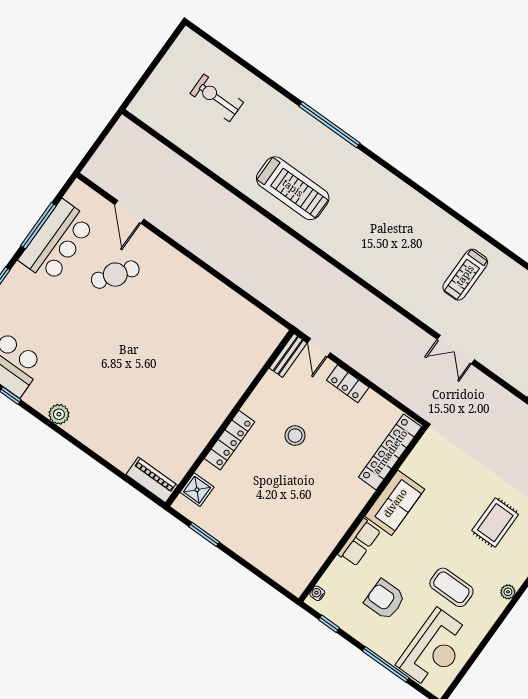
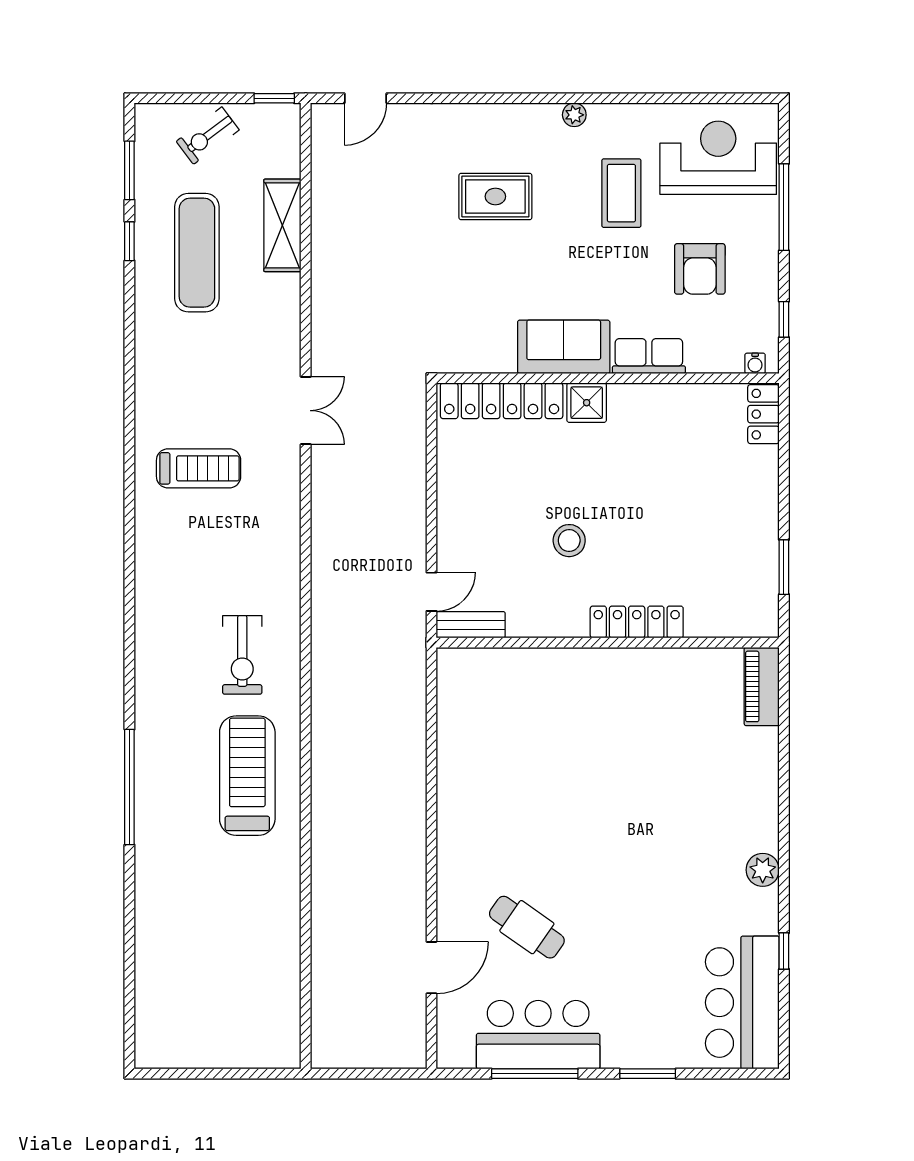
exercise bike: (217, 98) -> (242, 655), moved
locker: (348, 384) -> (763, 414), moved, turned 180
shower: (197, 490) -> (587, 403), moved

